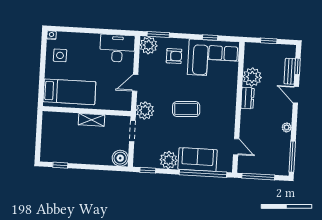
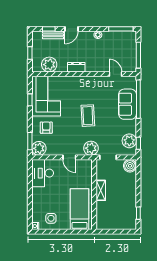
plant: (252, 77) -> (49, 65), moved
door: (236, 147) -> (116, 74), hinge flipped
plant: (169, 160) -> (129, 141), moved

